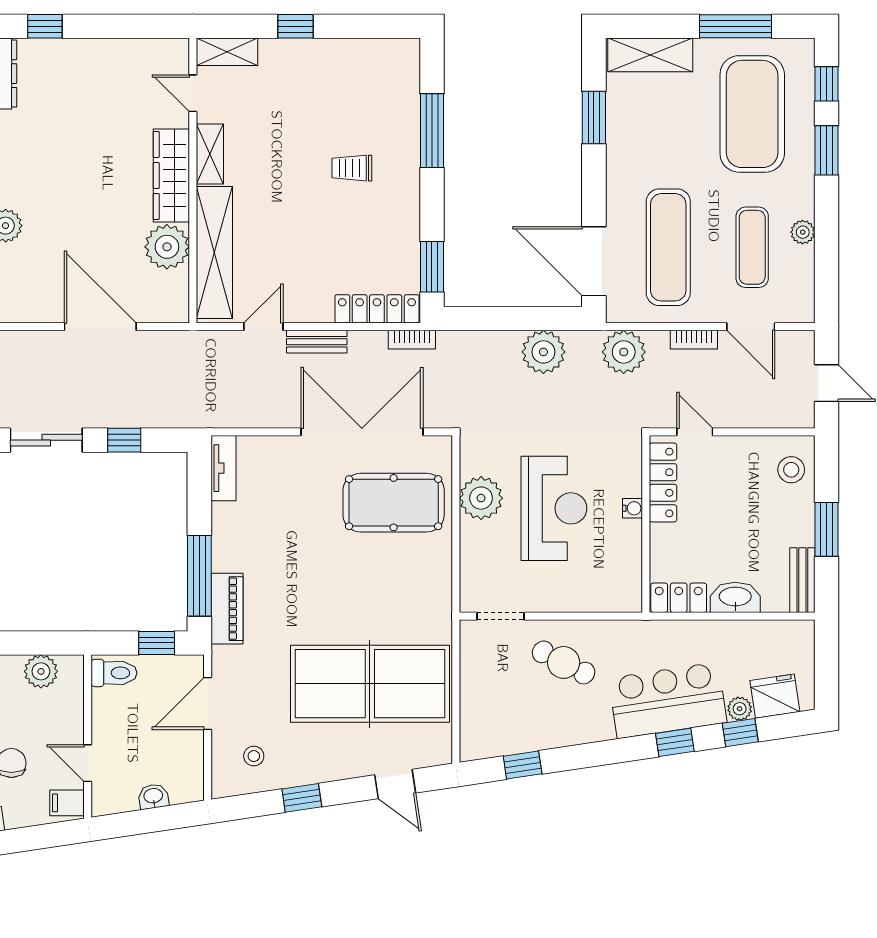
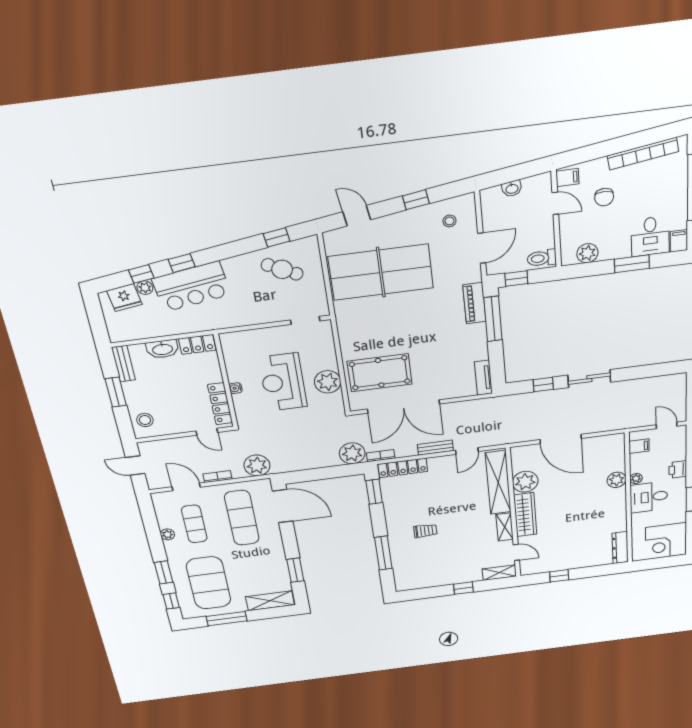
window: (45, 26) -> (559, 576), moved
plant: (543, 352) -> (352, 453), moved
cafe table: (564, 662) -> (282, 269), moved

